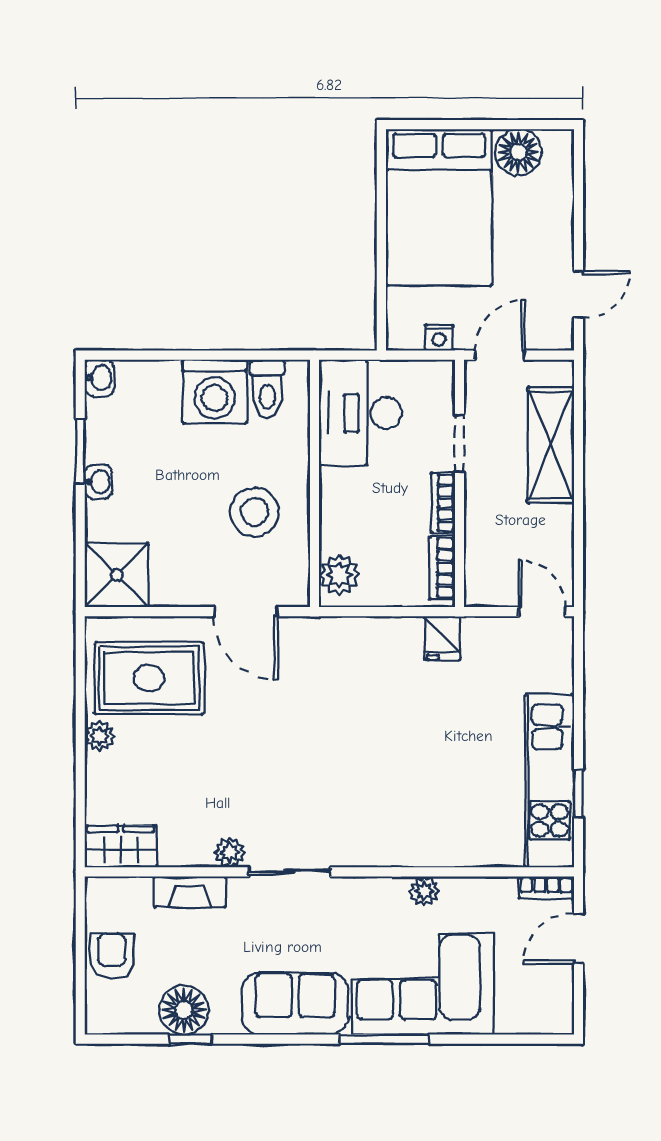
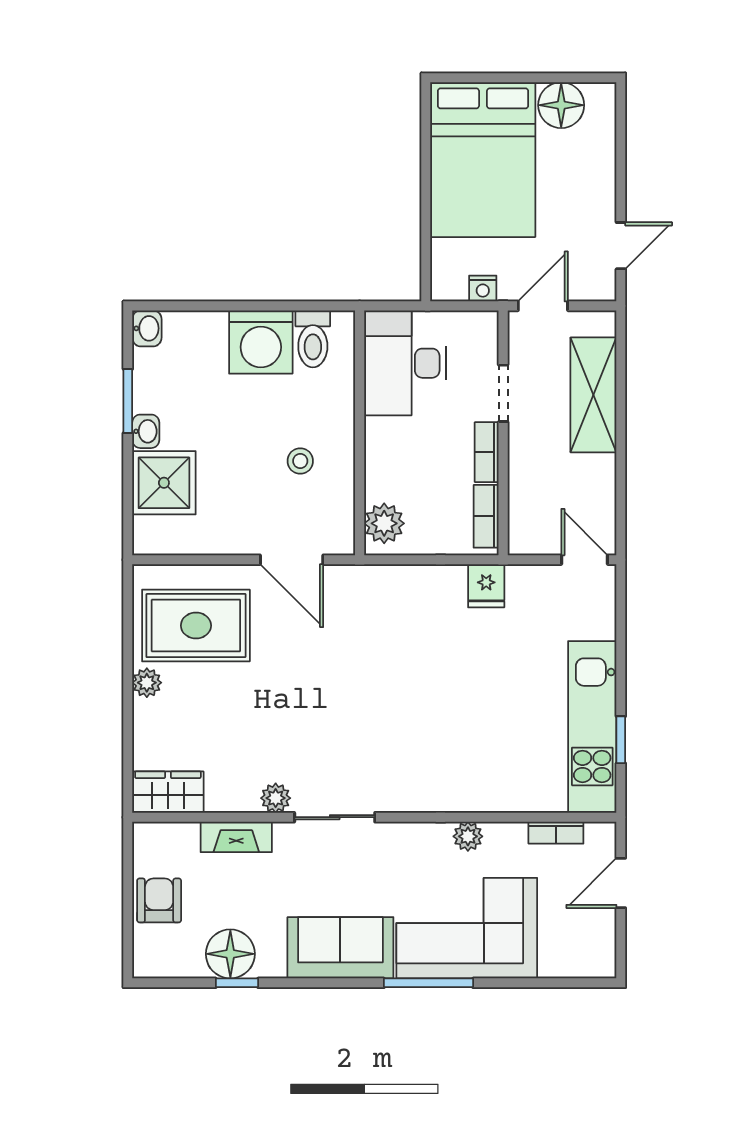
stool: (255, 512) -> (300, 461), width x0.53, depth x0.53
shower: (117, 575) -> (164, 483), moved
bookcase: (546, 887) -> (556, 833), moved

